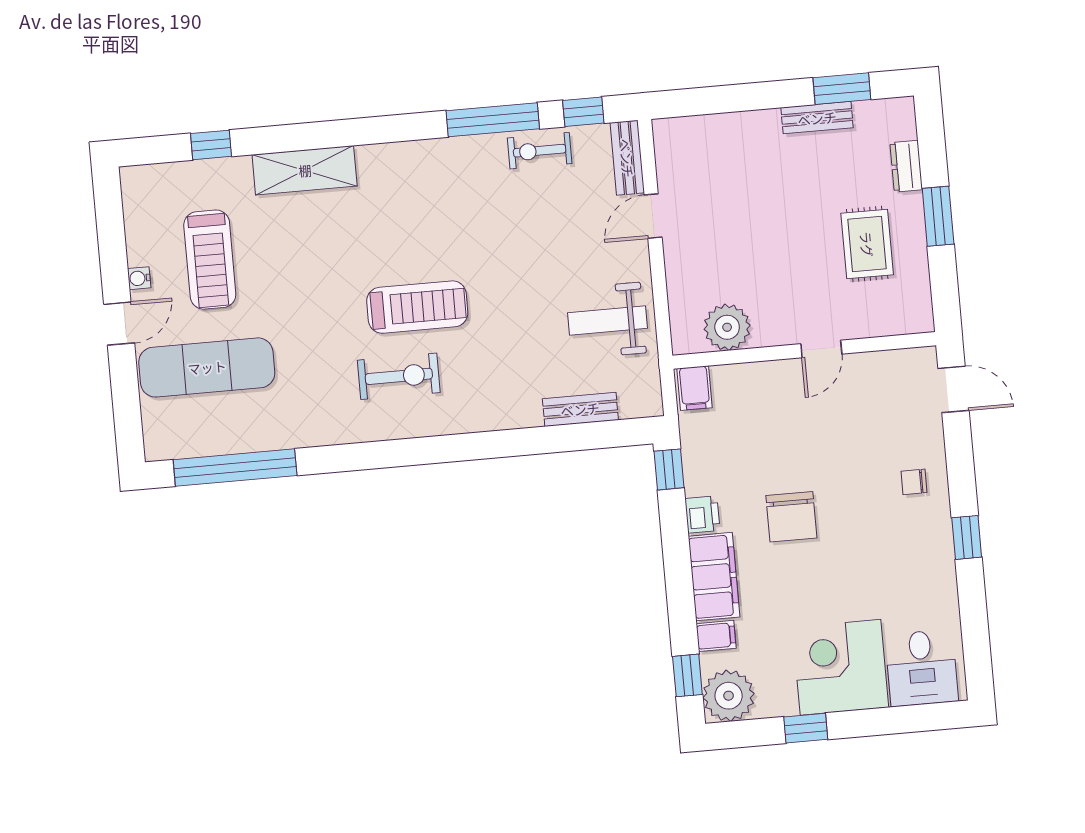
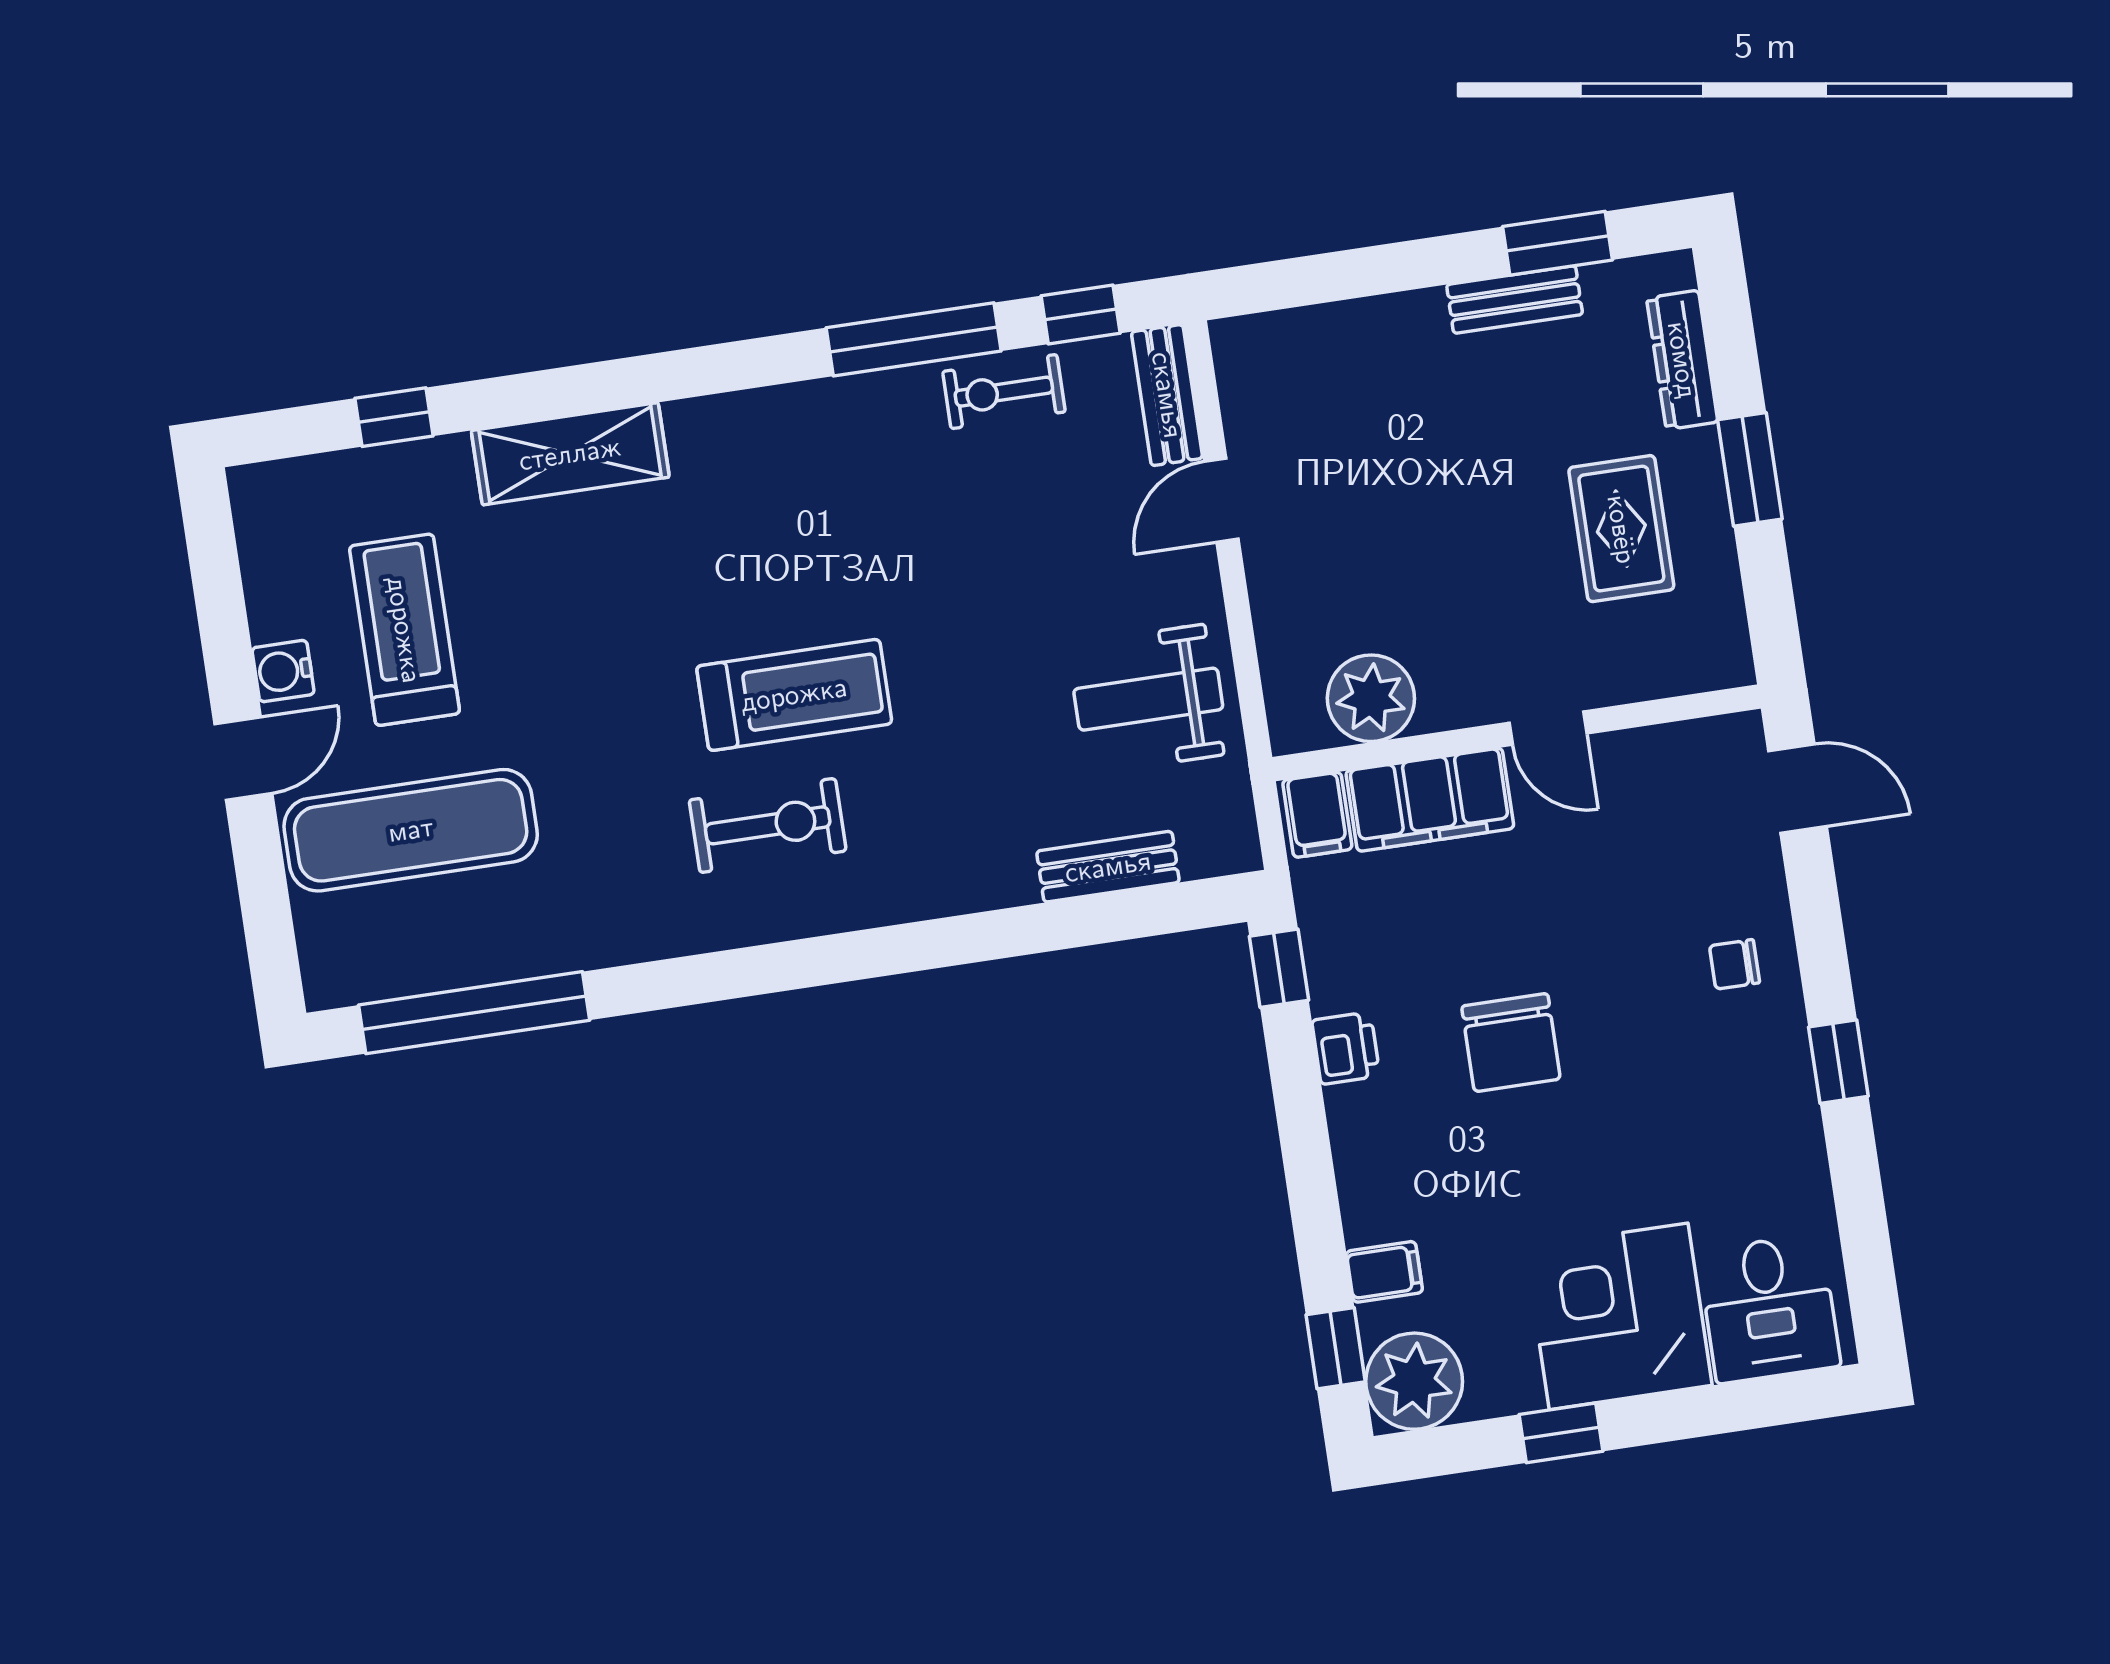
dresser: (906, 166) -> (1682, 360), width x1.44
treadmill: (210, 260) -> (404, 630), turned 180
water cooler: (139, 278) -> (283, 671), width x1.38, depth x1.38
door: (821, 349) -> (1548, 728), hinge flipped
filing cabinet: (714, 577) -> (1430, 800), moved, turned 90

